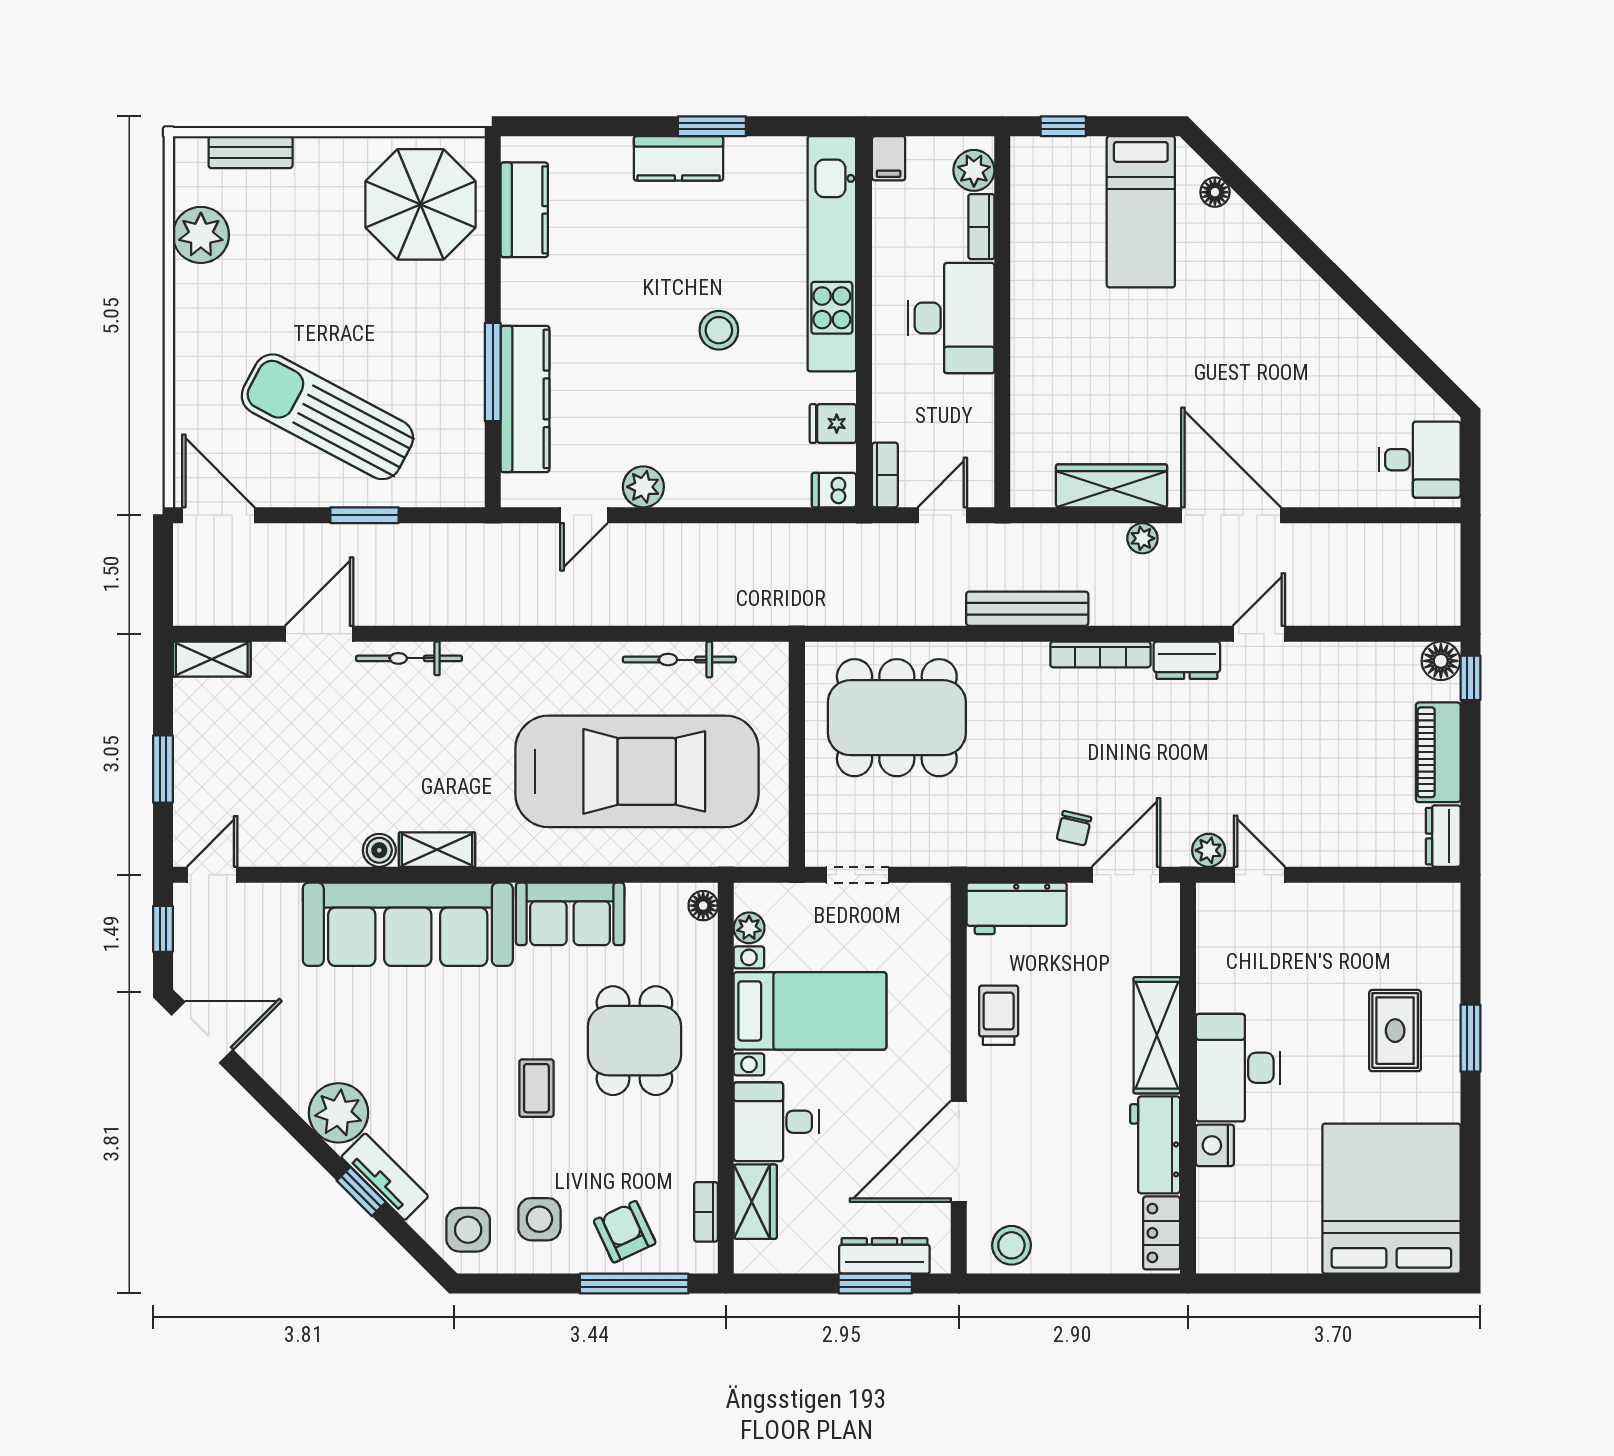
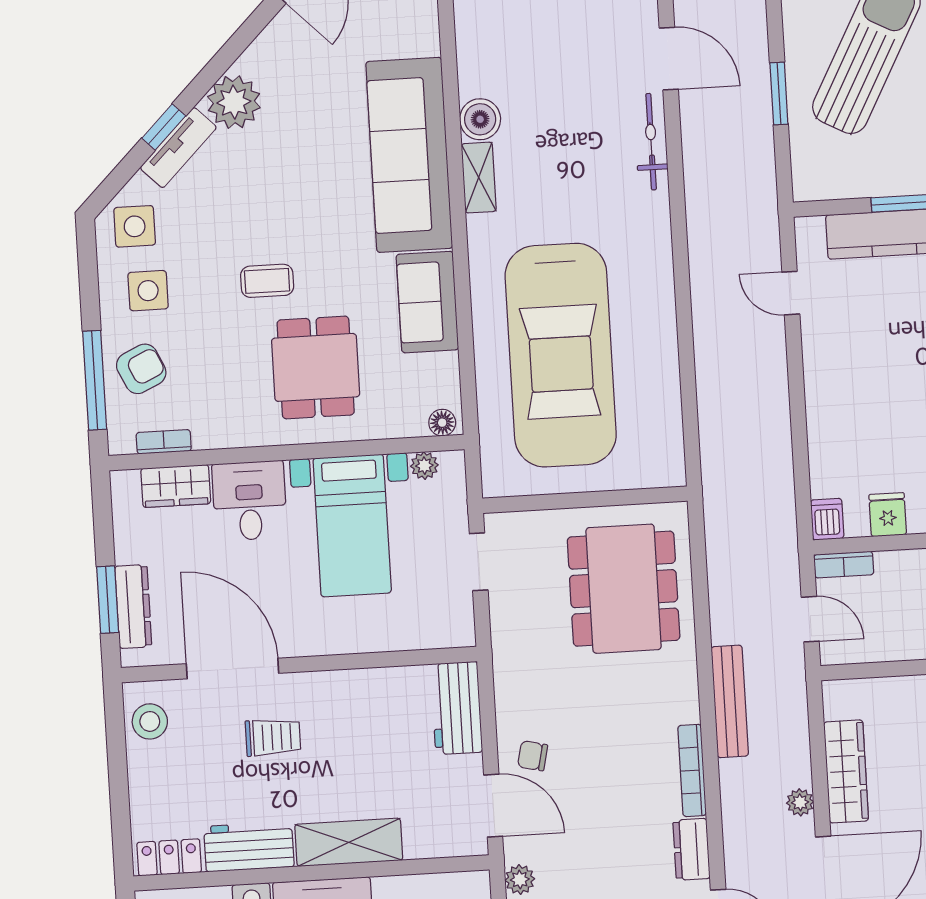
plant: (643, 487) -> (820, 346), removed
bicycle: (679, 660) -> (665, 388), removed
boiler: (379, 850) -> (480, 119), width x1.36, depth x1.36
trolley: (999, 1015) -> (273, 737), moved
dining table: (634, 1041) -> (316, 367), turned 90

